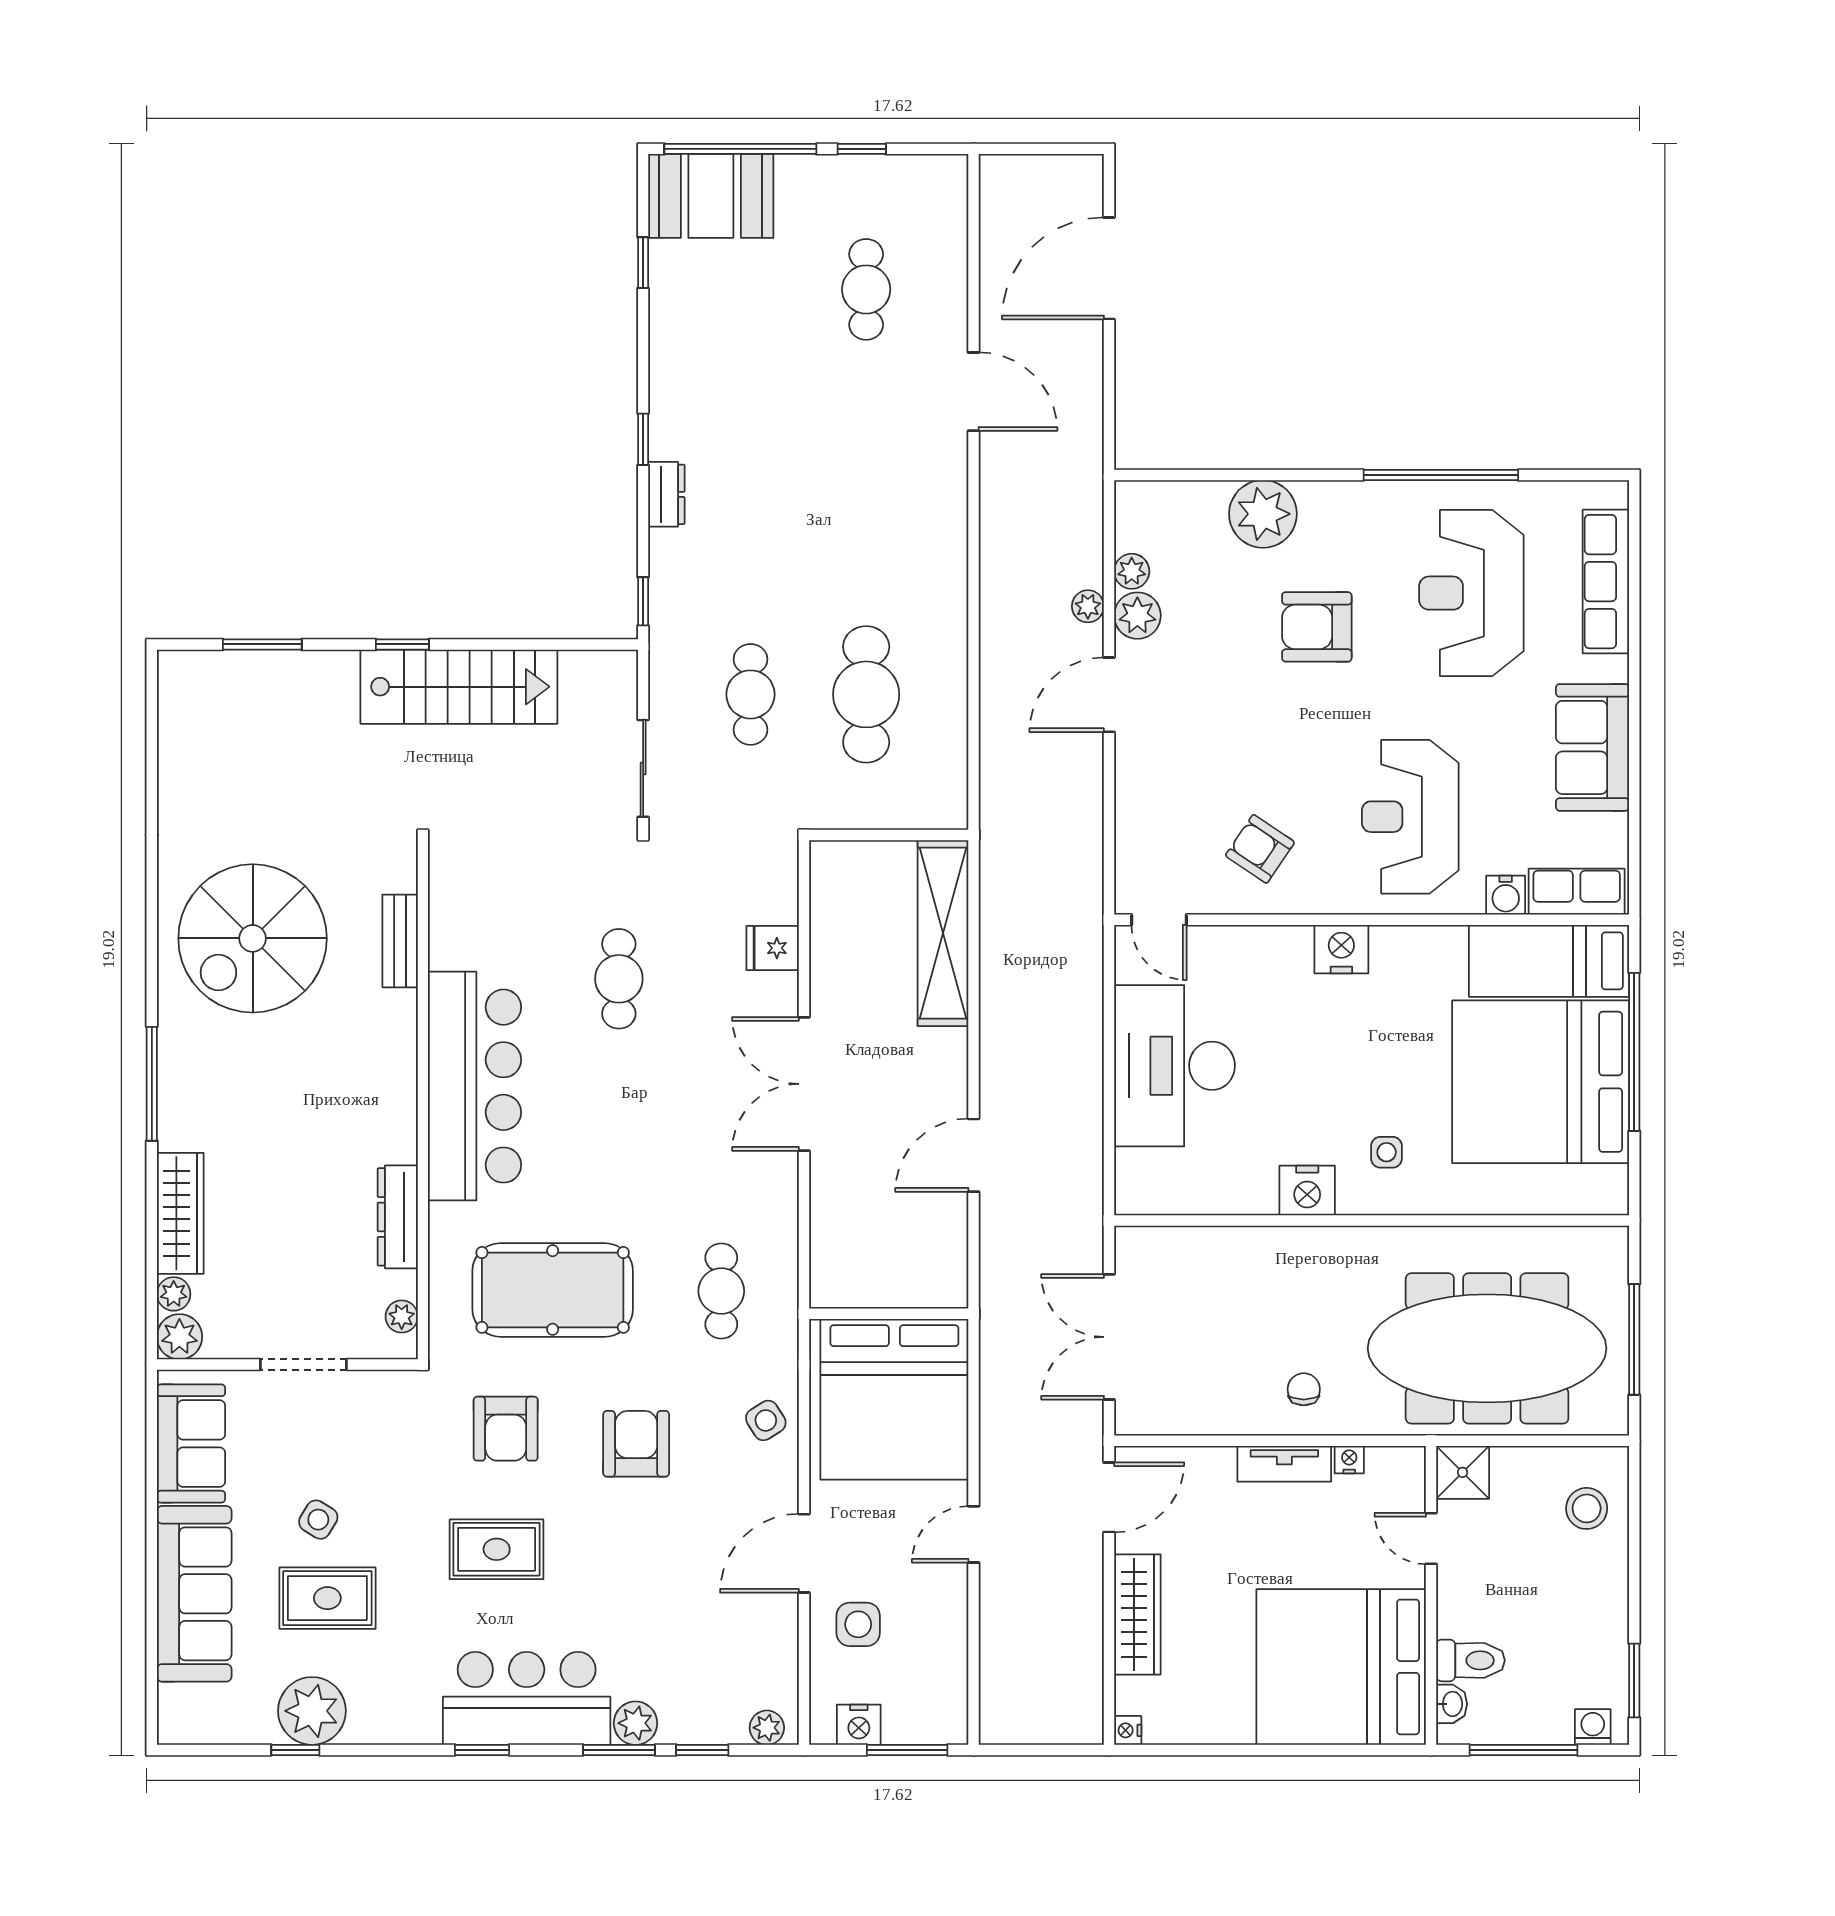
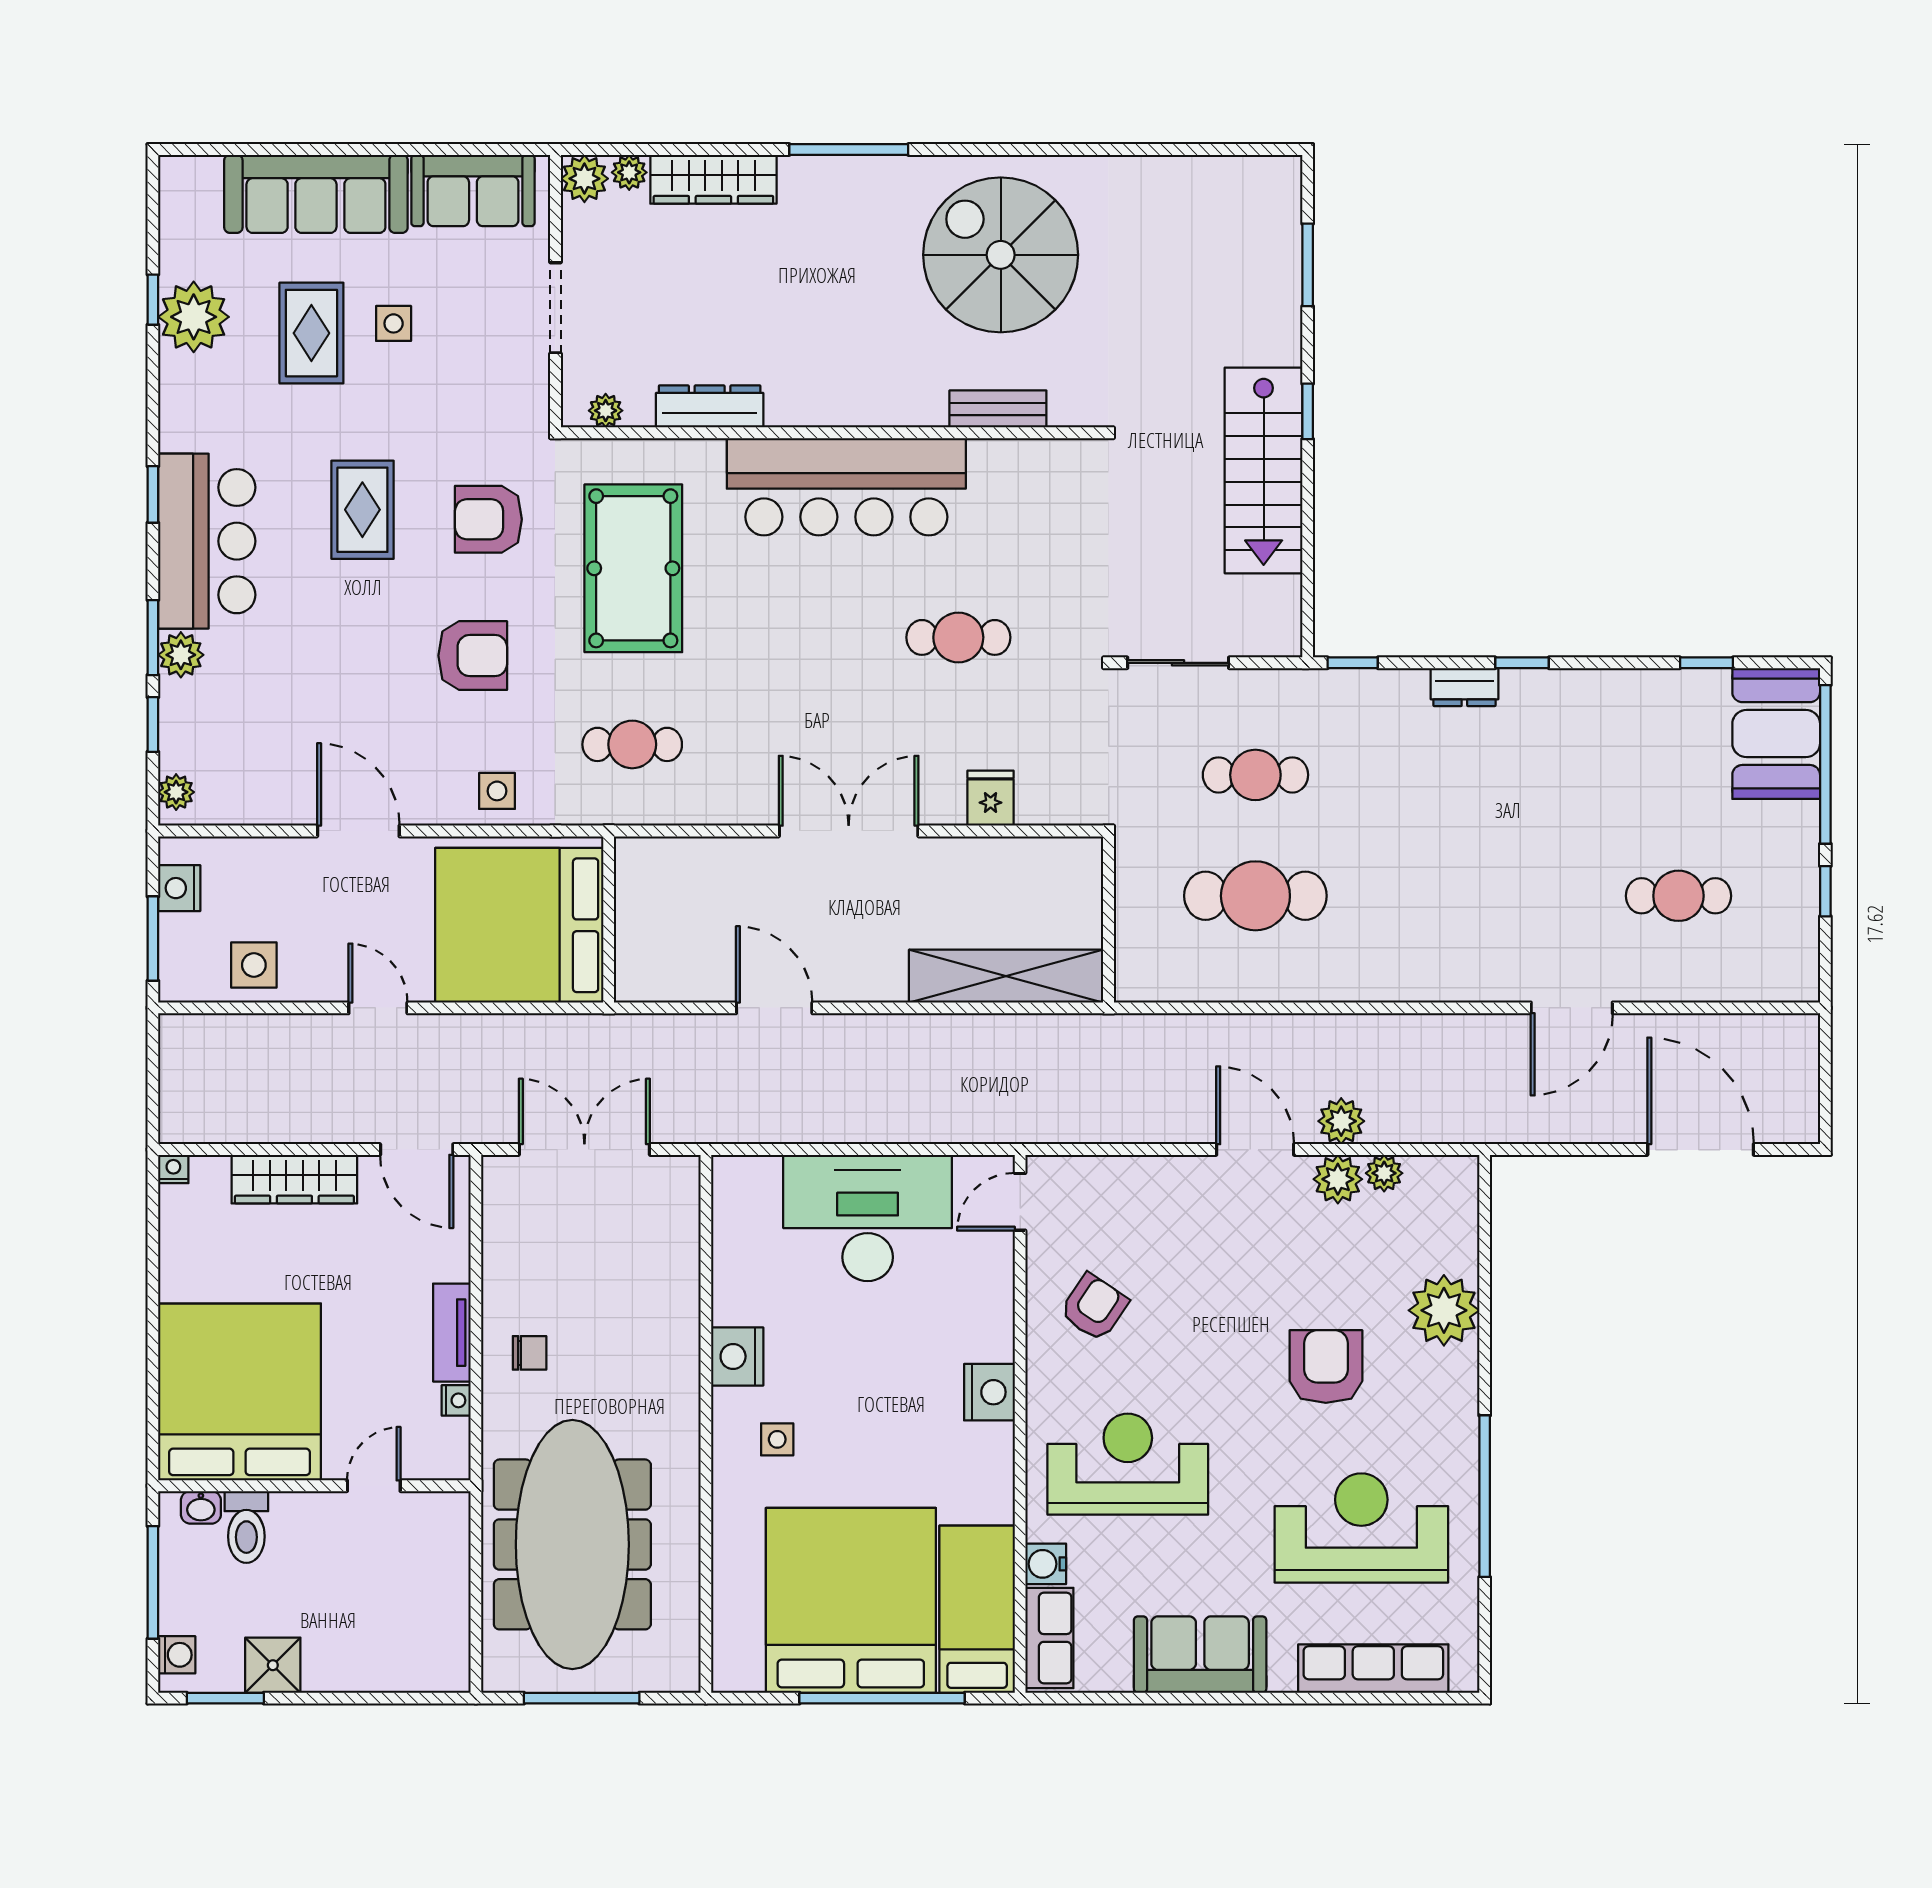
plant: (1088, 606) -> (1341, 1121), width x1.38, depth x1.38
side table: (766, 1420) -> (497, 791), turned 32
shower: (1463, 1472) -> (273, 1665), moved
stool: (1587, 1508) -> (405, 1648), removed
side table: (318, 1520) -> (394, 323), turned -32
side table: (858, 1624) -> (254, 965), moved

